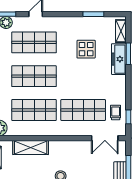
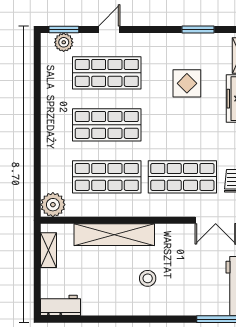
shelving: (31, 148) -> (114, 235), width x1.47

